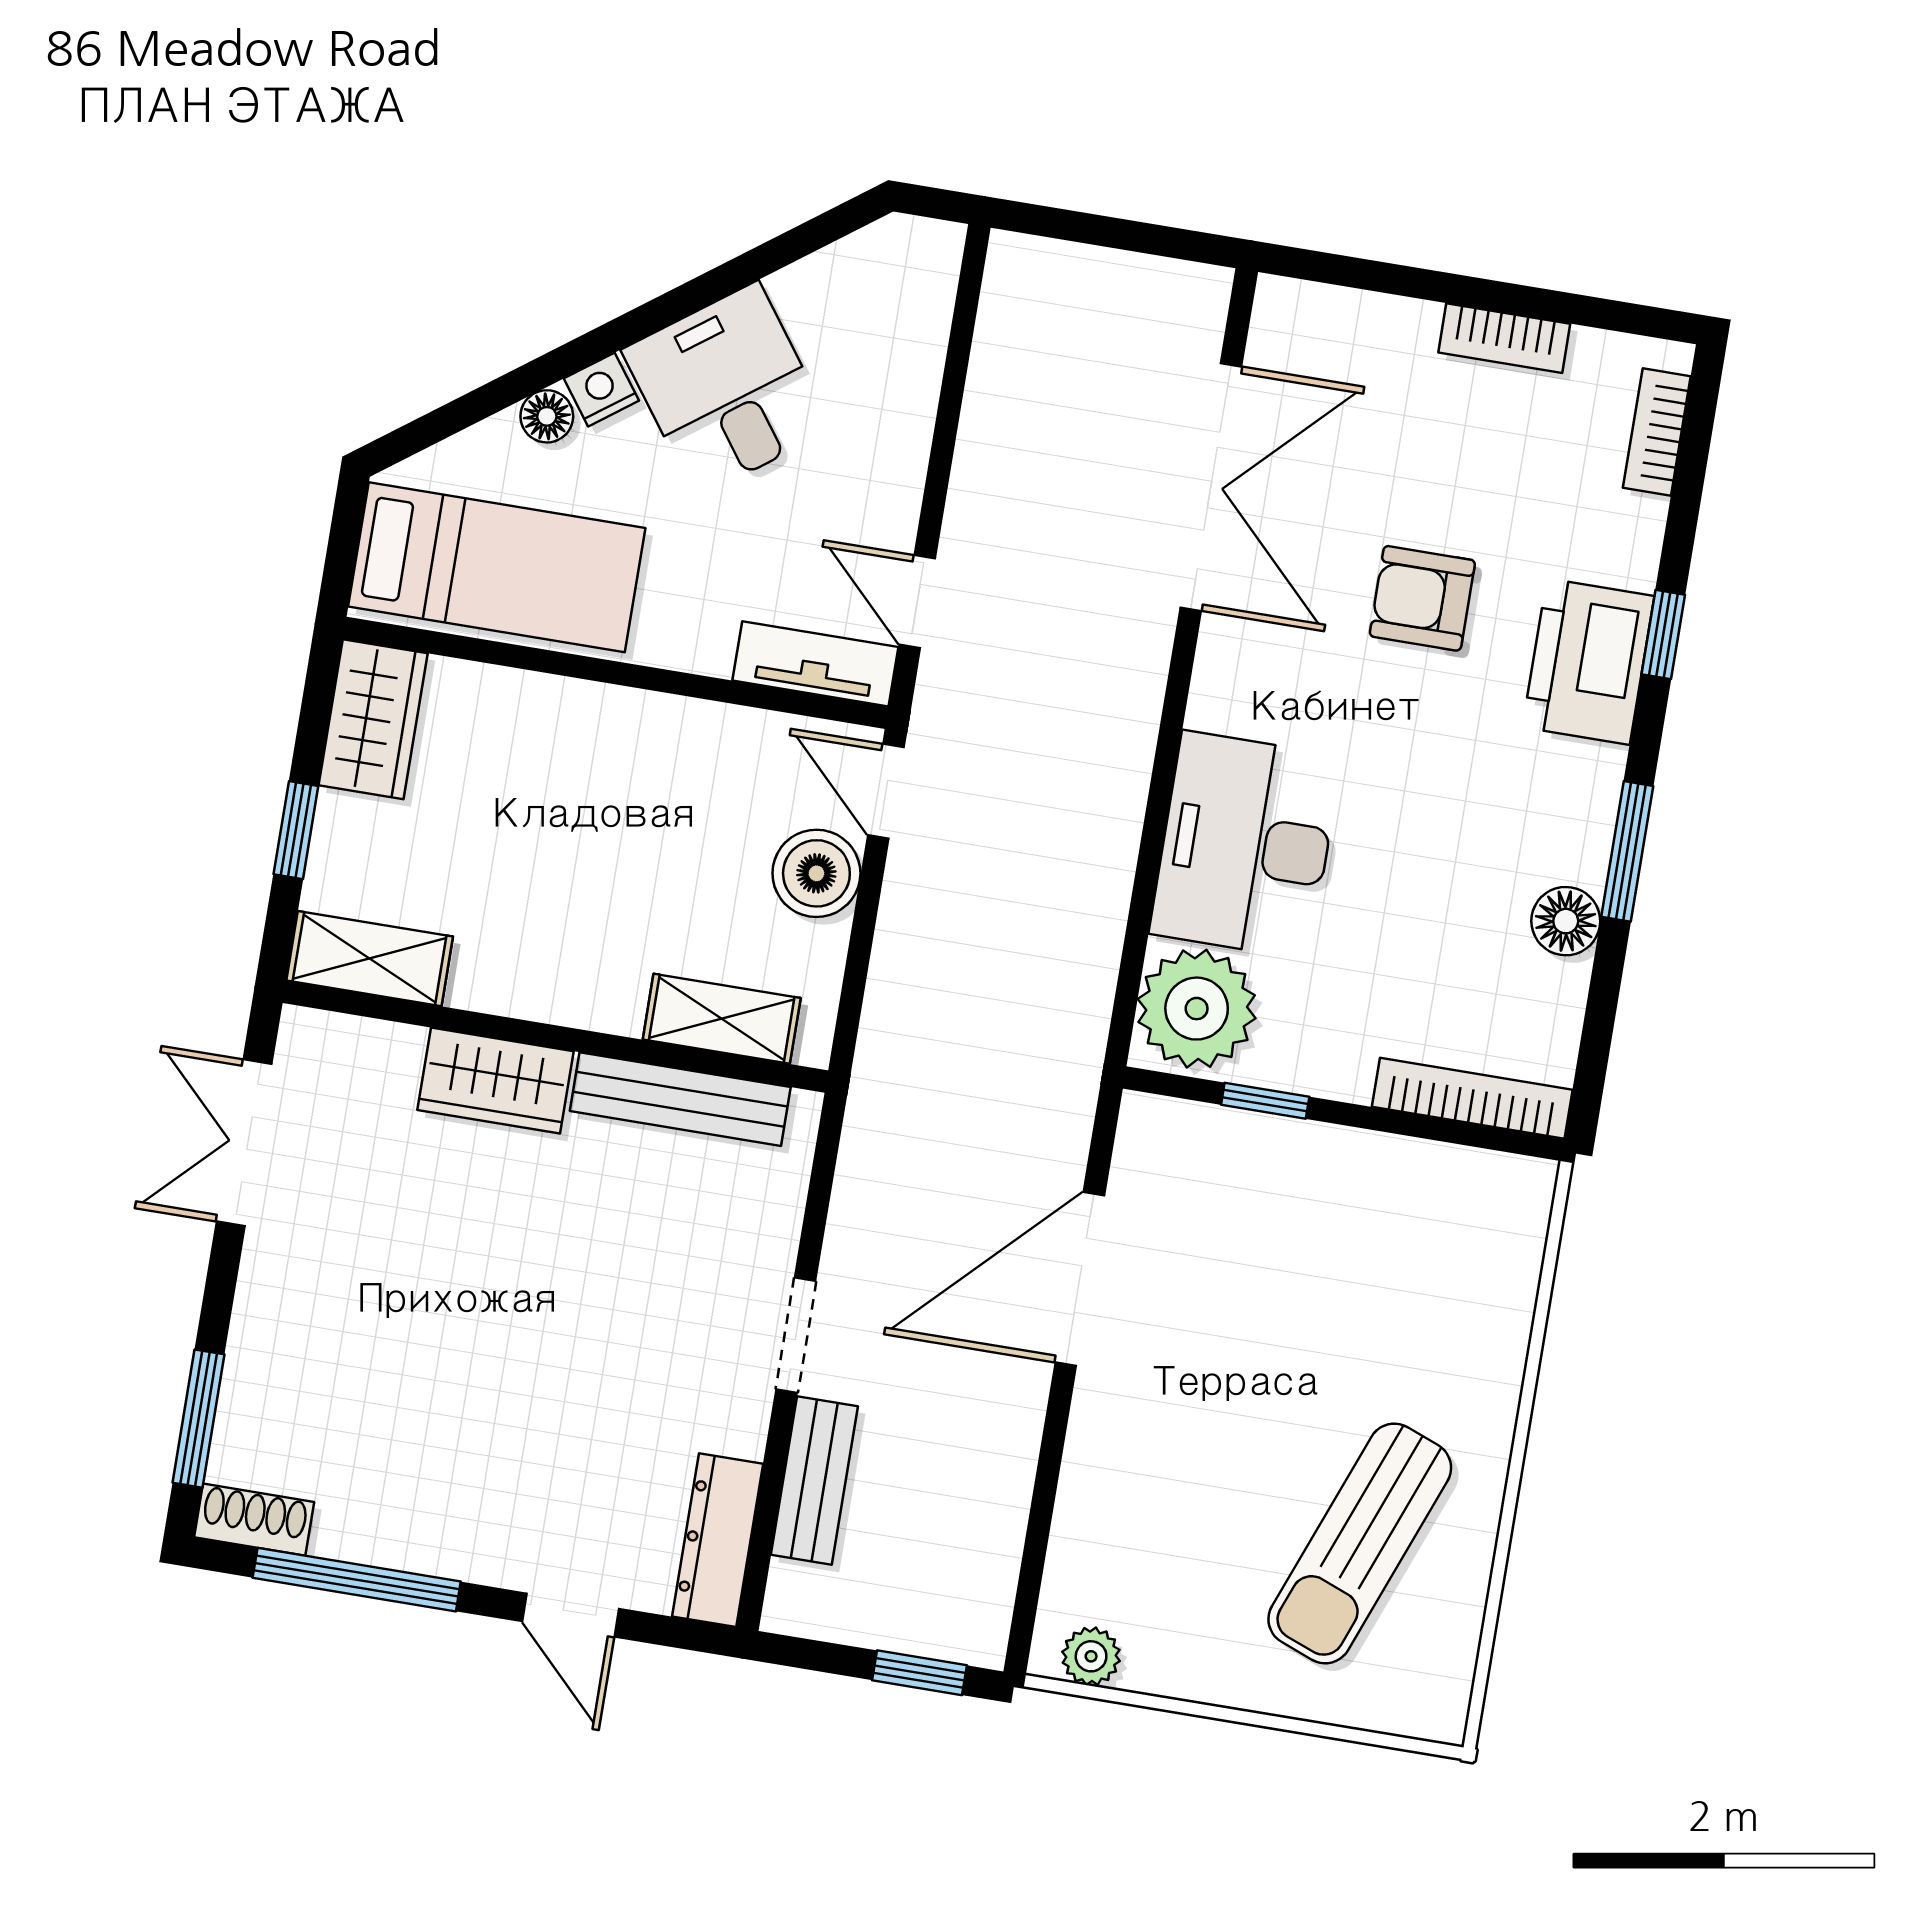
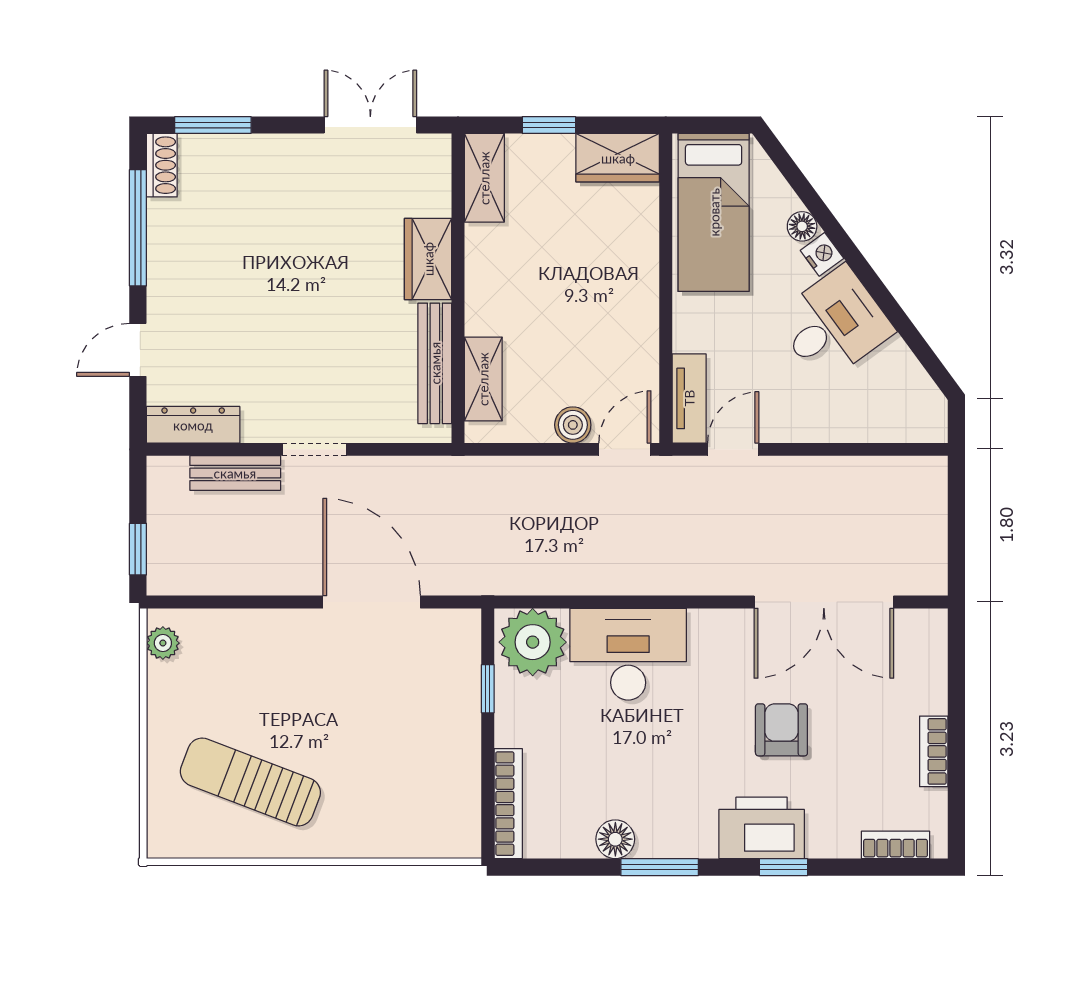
boiler: (816, 873) -> (573, 425), width x0.73, depth x0.73

